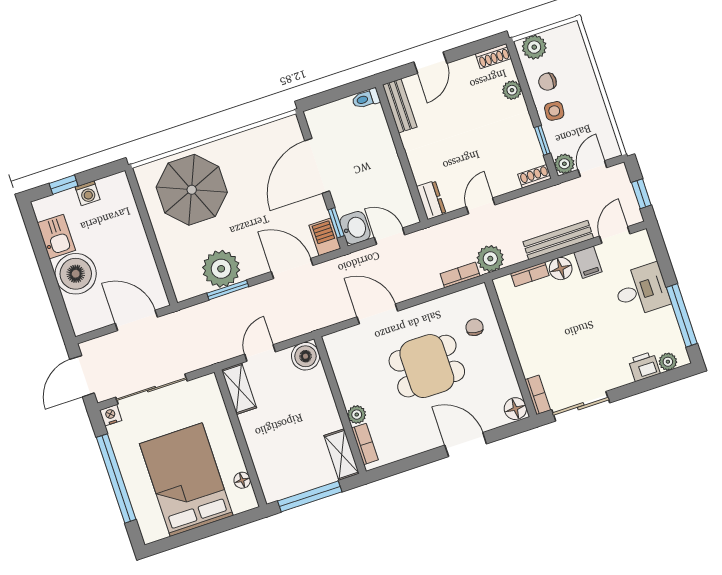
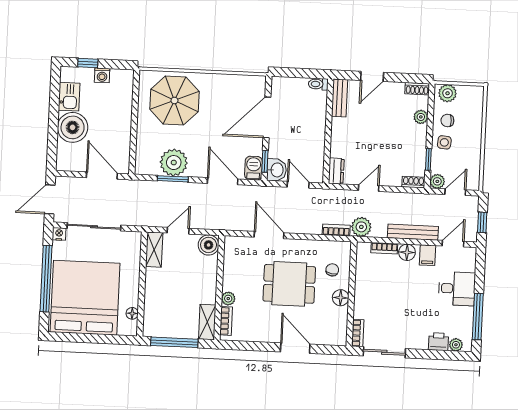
floor lamp: (515, 409) -> (341, 298), moved
bed: (186, 480) -> (85, 298), width x1.36

